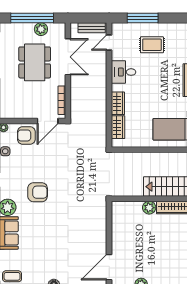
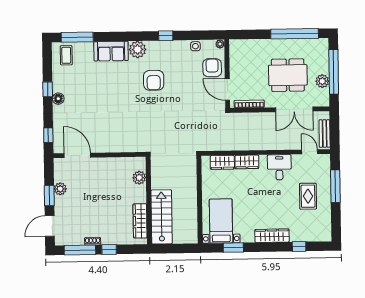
plant: (149, 208) -> (139, 178), moved

